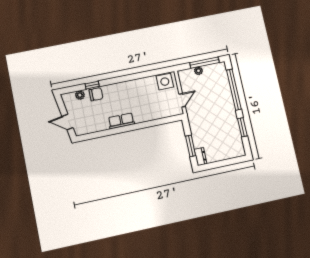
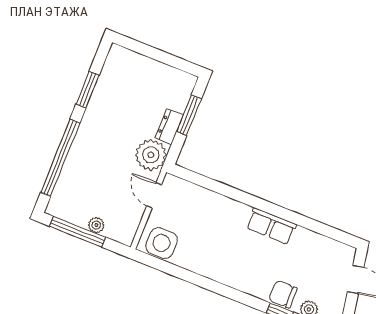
door: (182, 100) -> (154, 195), hinge flipped
plant: (195, 117) -> (151, 155), added
dresser: (201, 157) -> (169, 127), moved

